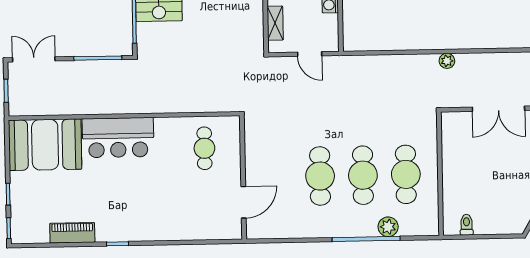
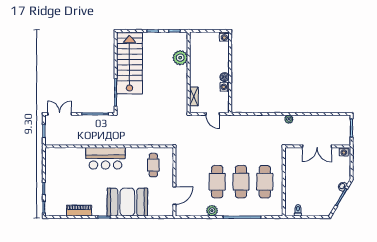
booth: (45, 145) -> (127, 202), moved
plant: (388, 227) -> (212, 211), moved

